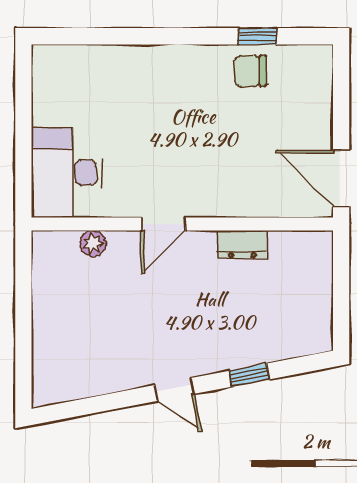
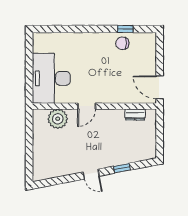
desk: (67, 173) -> (51, 78), width x1.36, depth x1.30
plant: (93, 243) -> (58, 119), width x1.88, depth x1.88
dresser: (242, 244) -> (135, 114), moved

